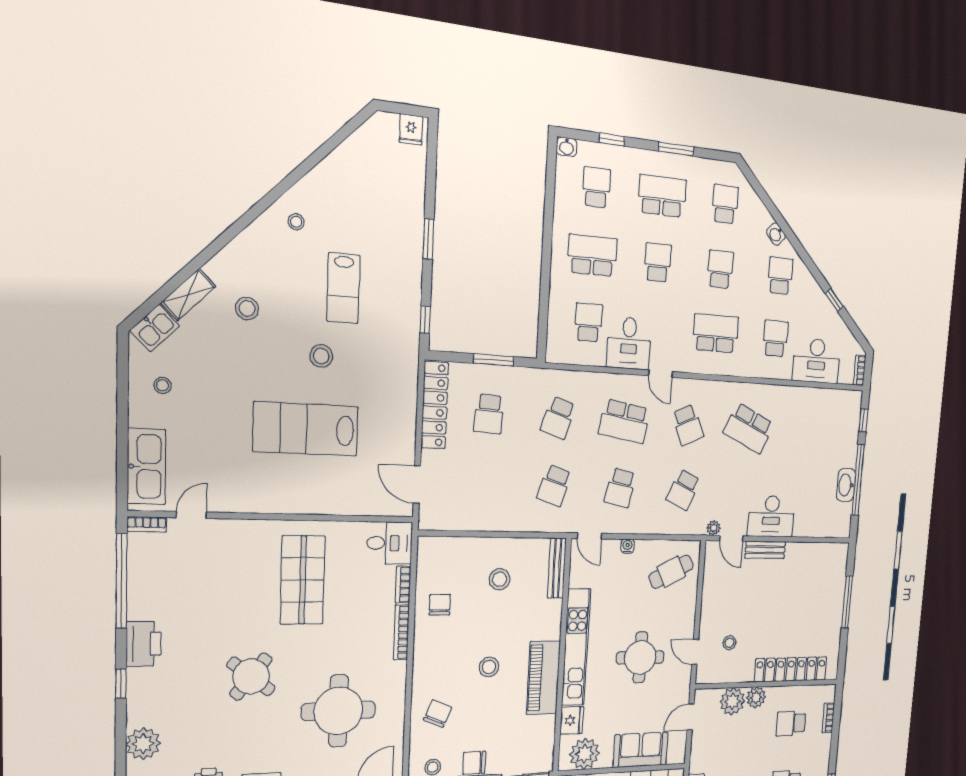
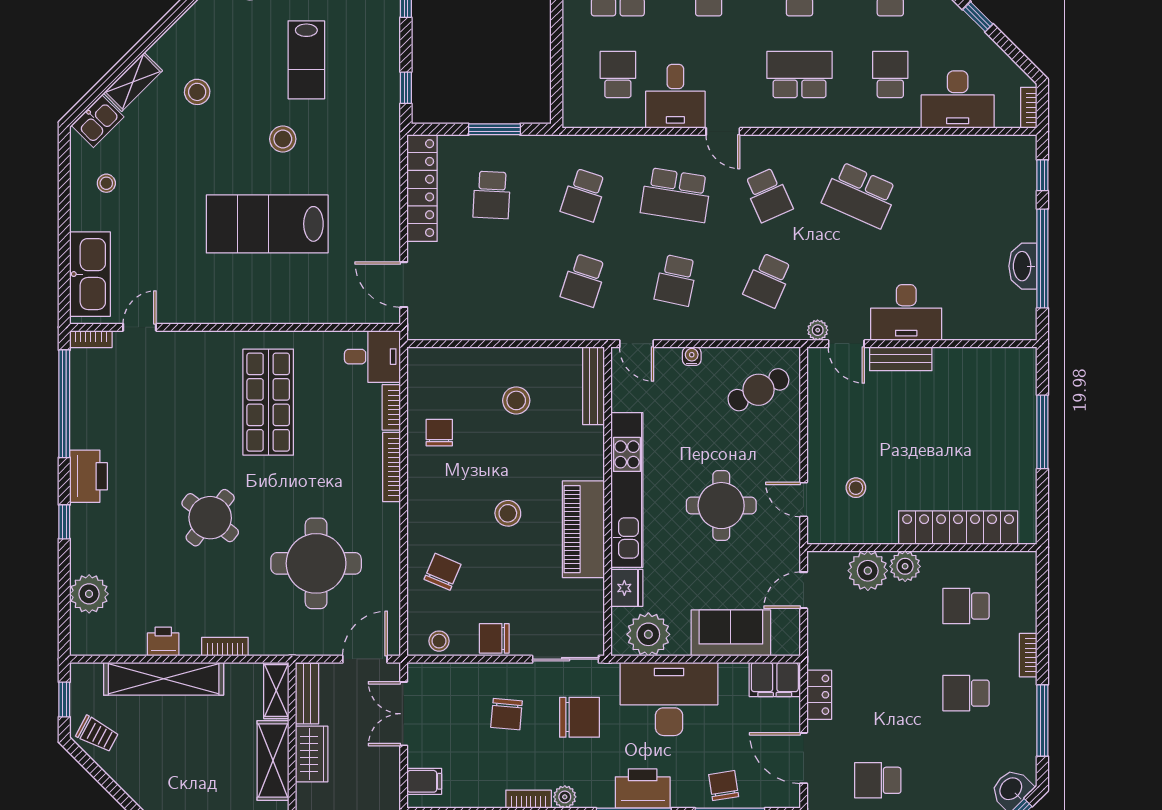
bookcase: (828, 718) -> (1028, 655), moved

